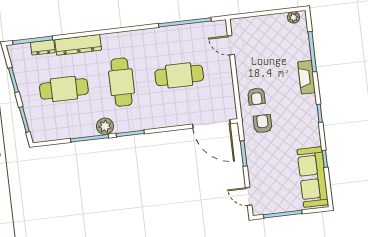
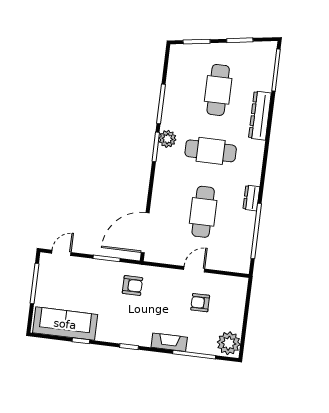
plant: (293, 17) -> (229, 343), width x1.88, depth x1.88
door: (231, 45) -> (194, 269), moved
dresser: (43, 47) -> (251, 198), moved
armchair: (256, 96) -> (200, 303), moved
plant: (105, 126) -> (167, 139), moved

